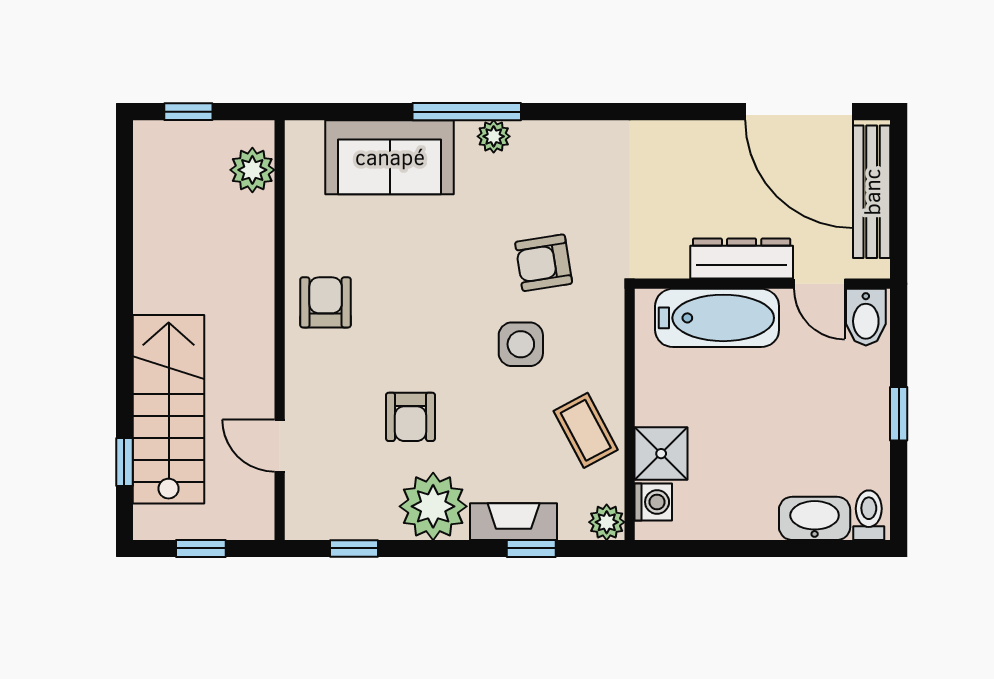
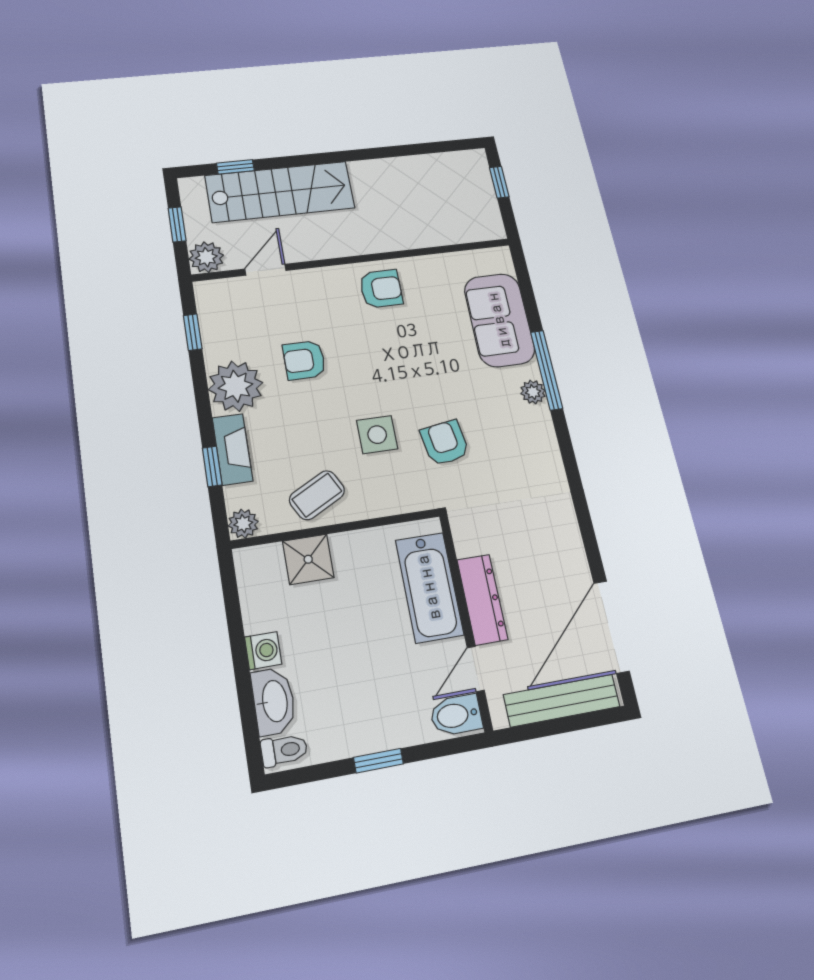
plant: (252, 170) -> (206, 257), moved
washing machine: (653, 502) -> (263, 651), moved, turned -90

